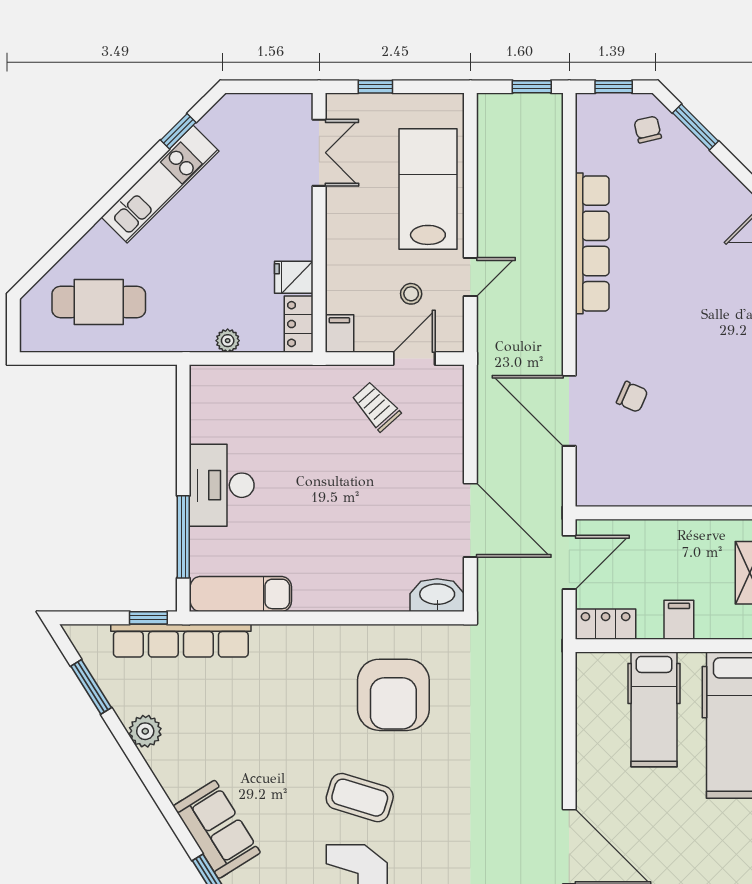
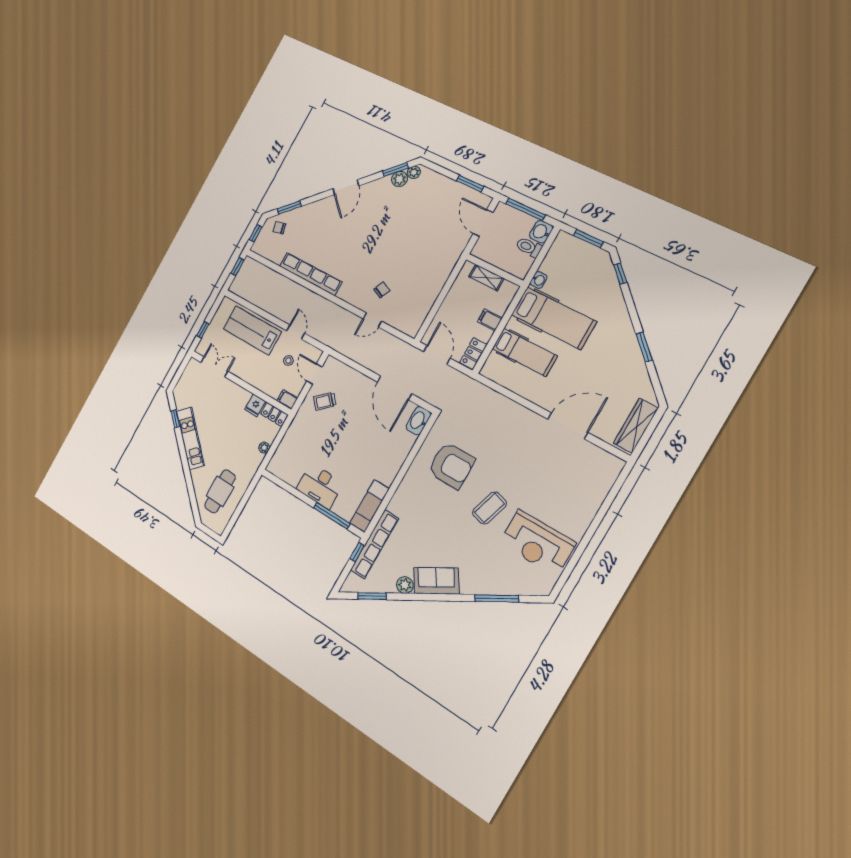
door: (569, 411) -> (372, 320), width x0.53
door: (470, 520) -> (394, 388), swing flipped
sofa: (217, 829) -> (436, 581), moved

